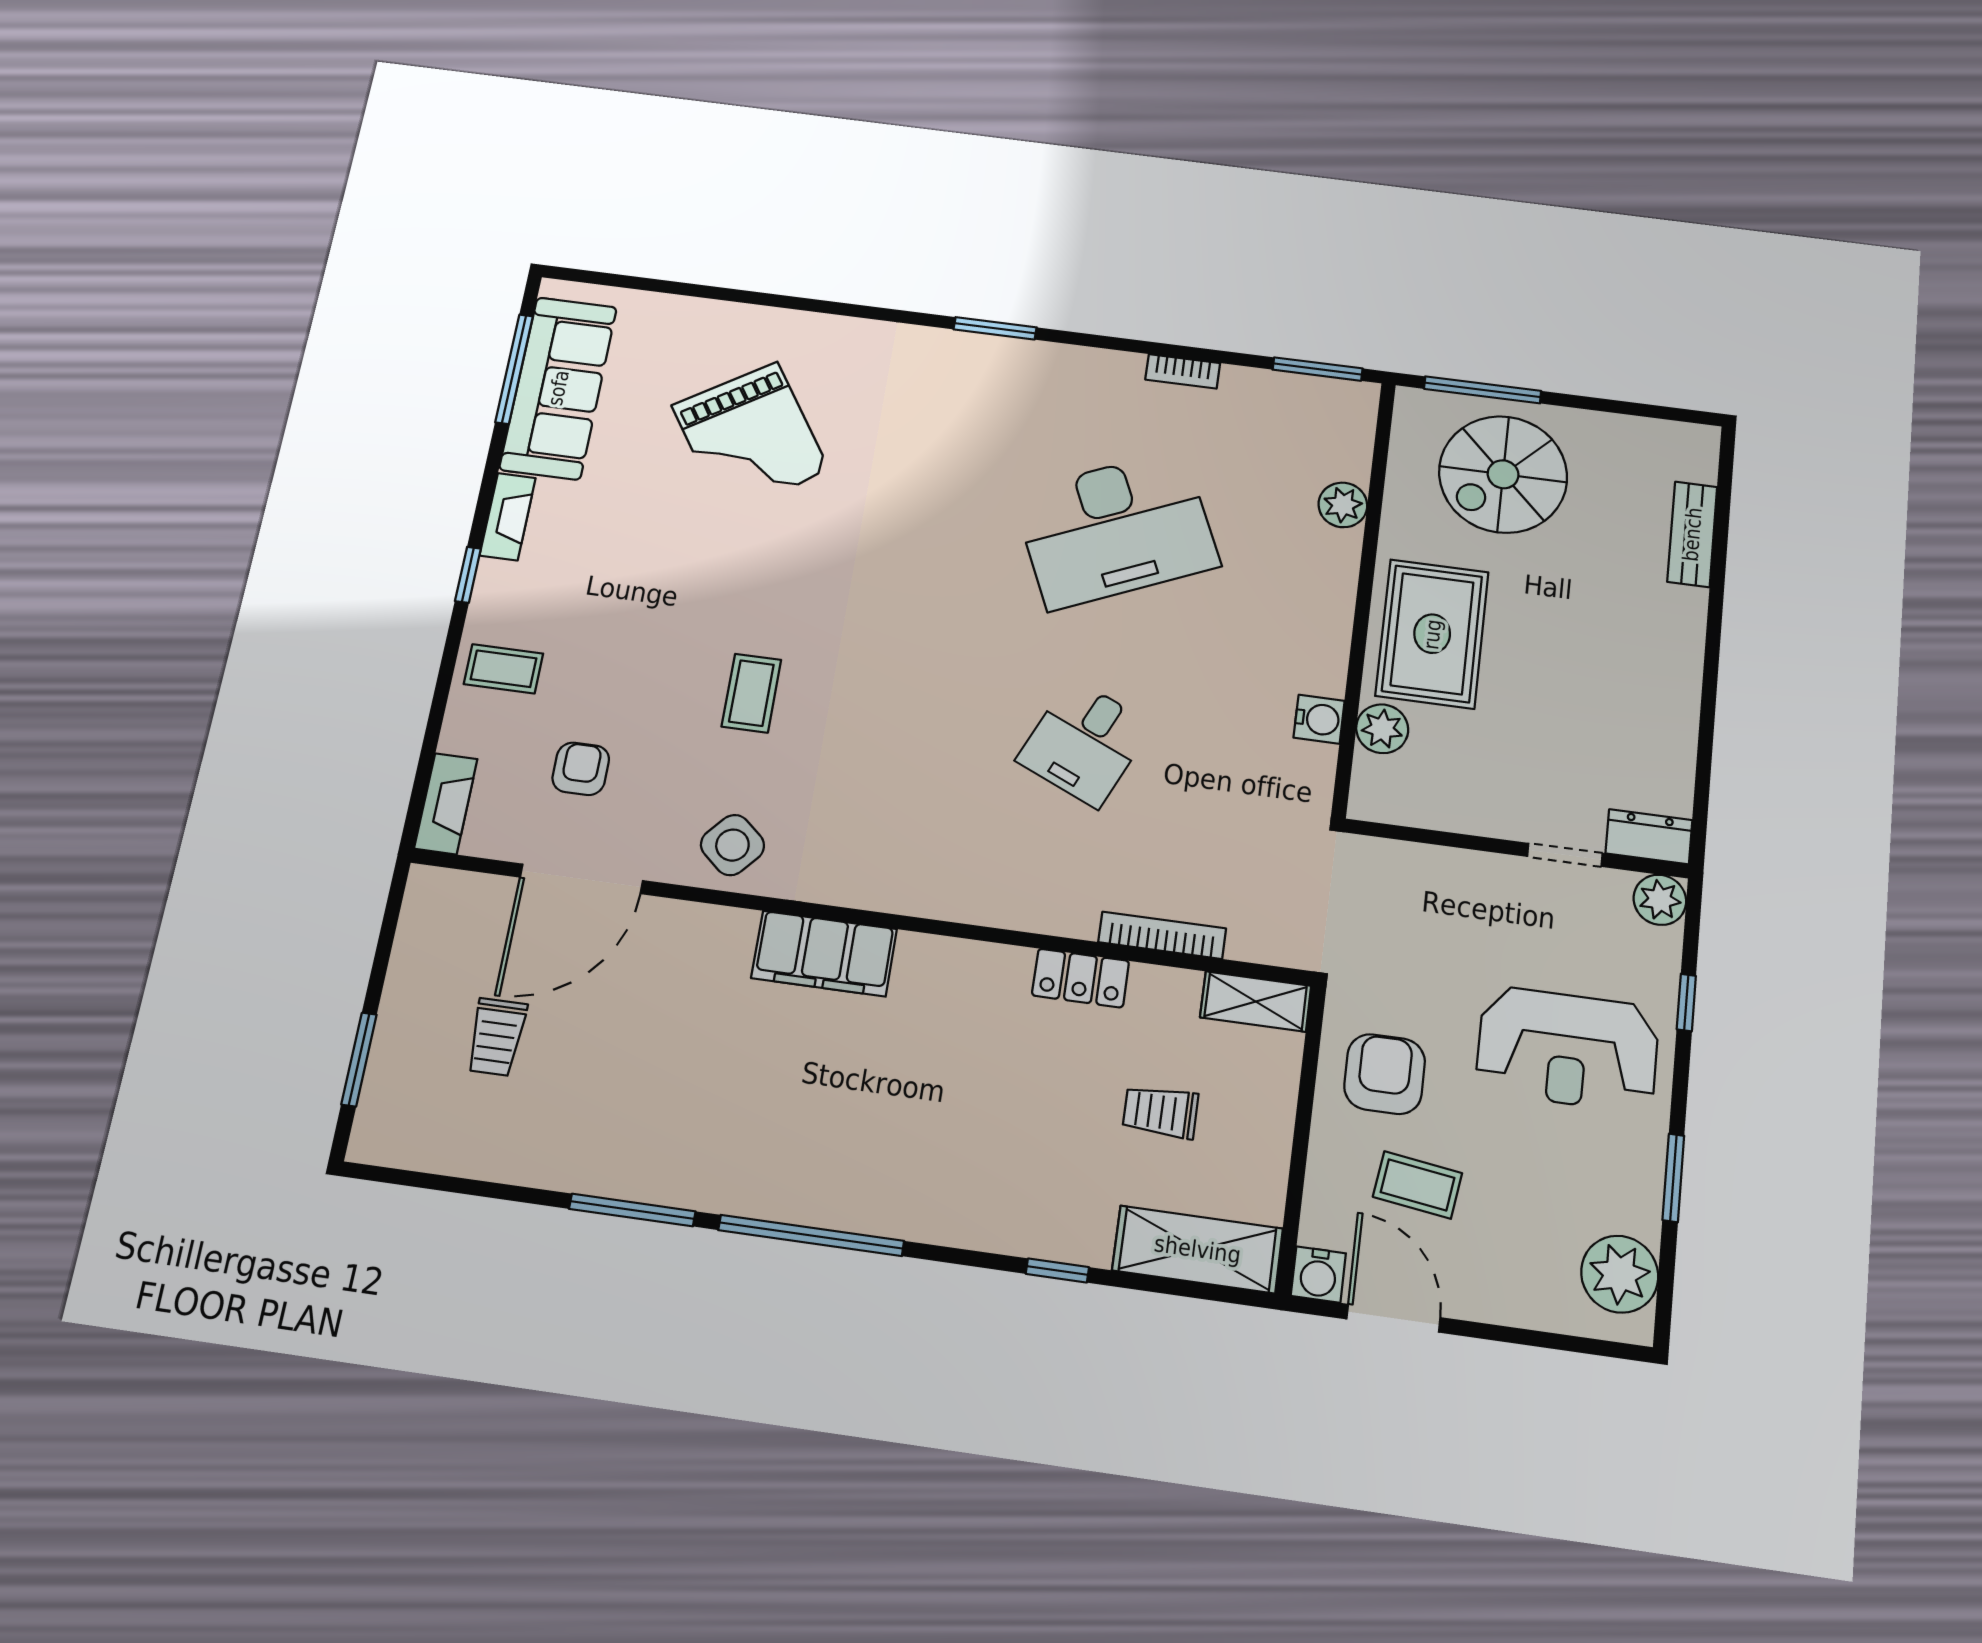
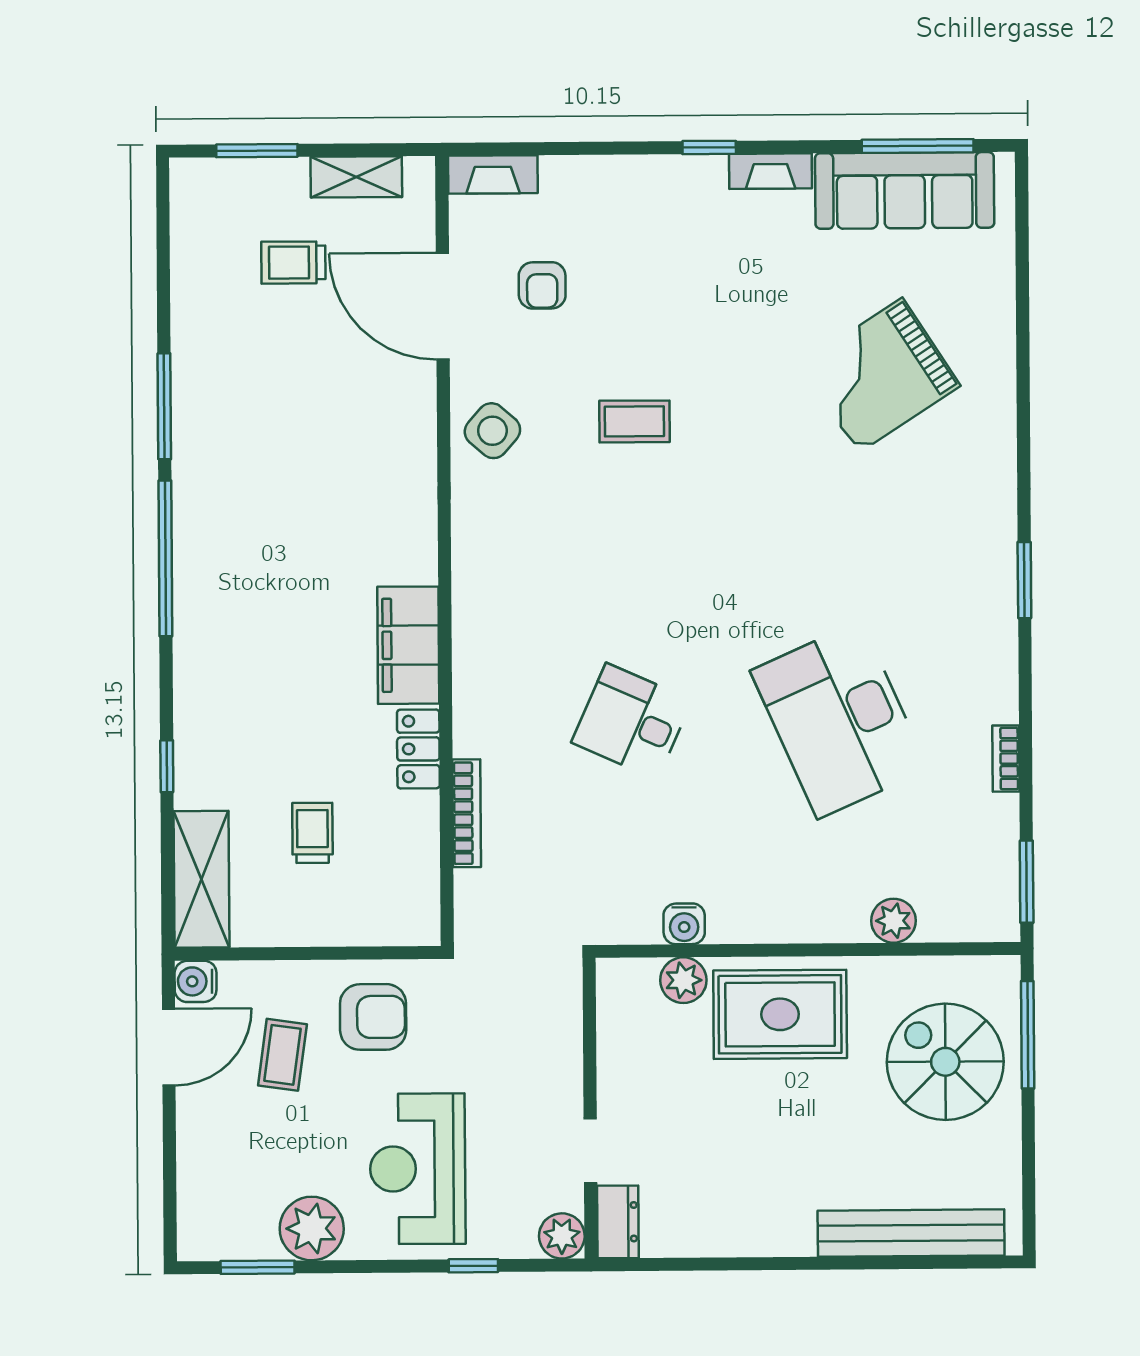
bench: (1692, 534) -> (911, 1233), width x1.86, depth x1.21
coffee table: (504, 669) -> (625, 198), removed
armchair: (581, 769) -> (542, 285), turned 90
filing cabinet: (824, 954) -> (408, 645), moved
shelving: (1256, 1002) -> (356, 177), moved, turned 90
window: (1673, 1178) -> (258, 1267), moved
plant: (1620, 1274) -> (312, 1228), moved

